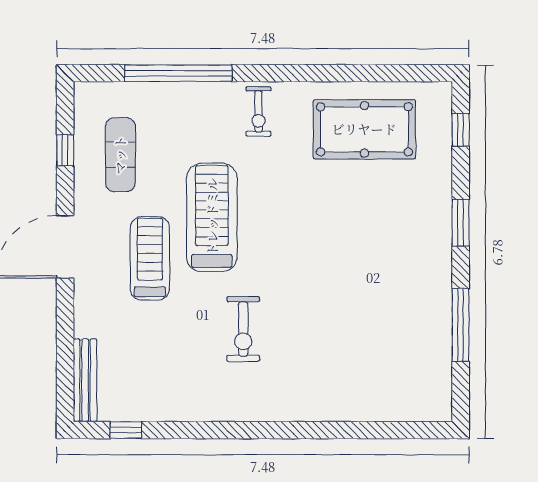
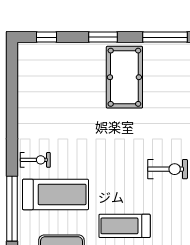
pool table: (364, 129) -> (124, 77), moved
treadmill: (212, 217) -> (56, 194), moved, turned 180

